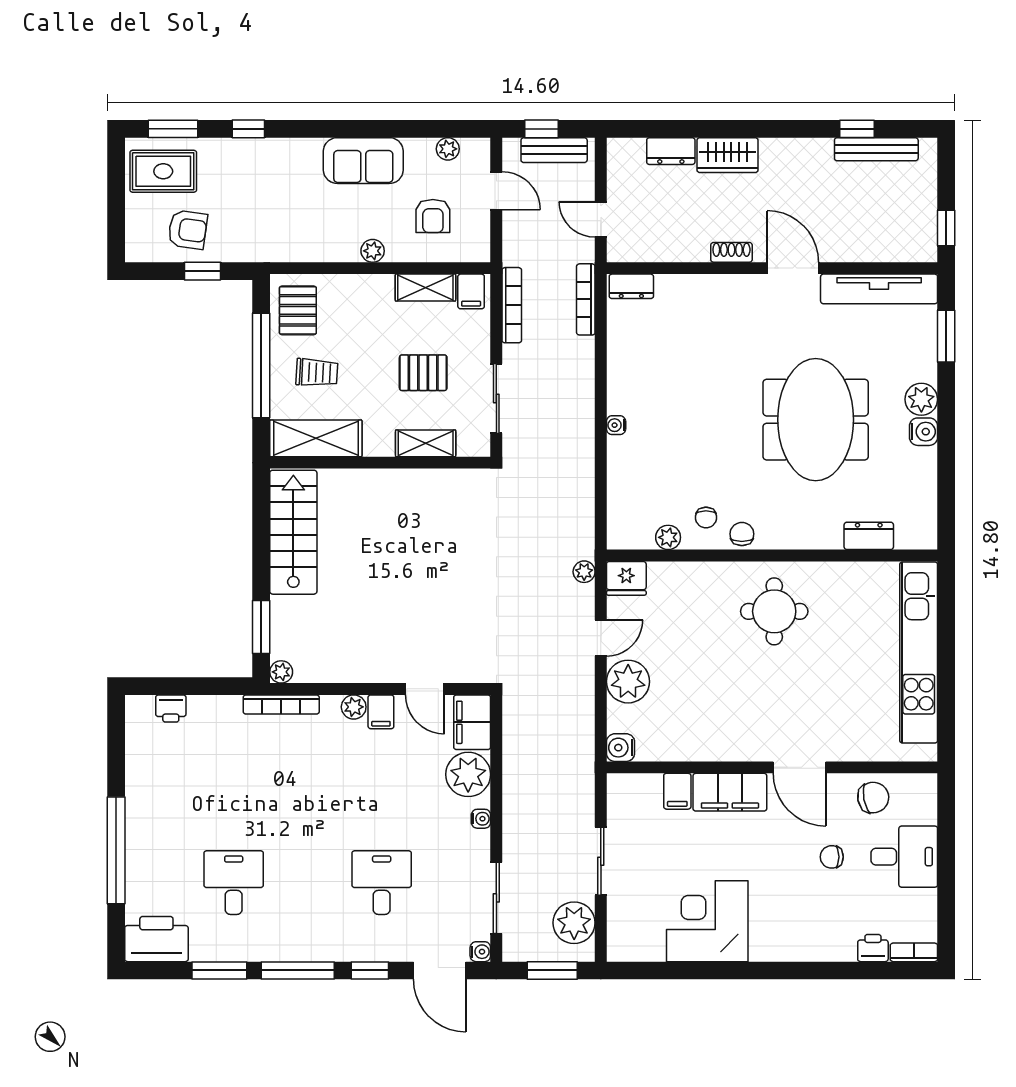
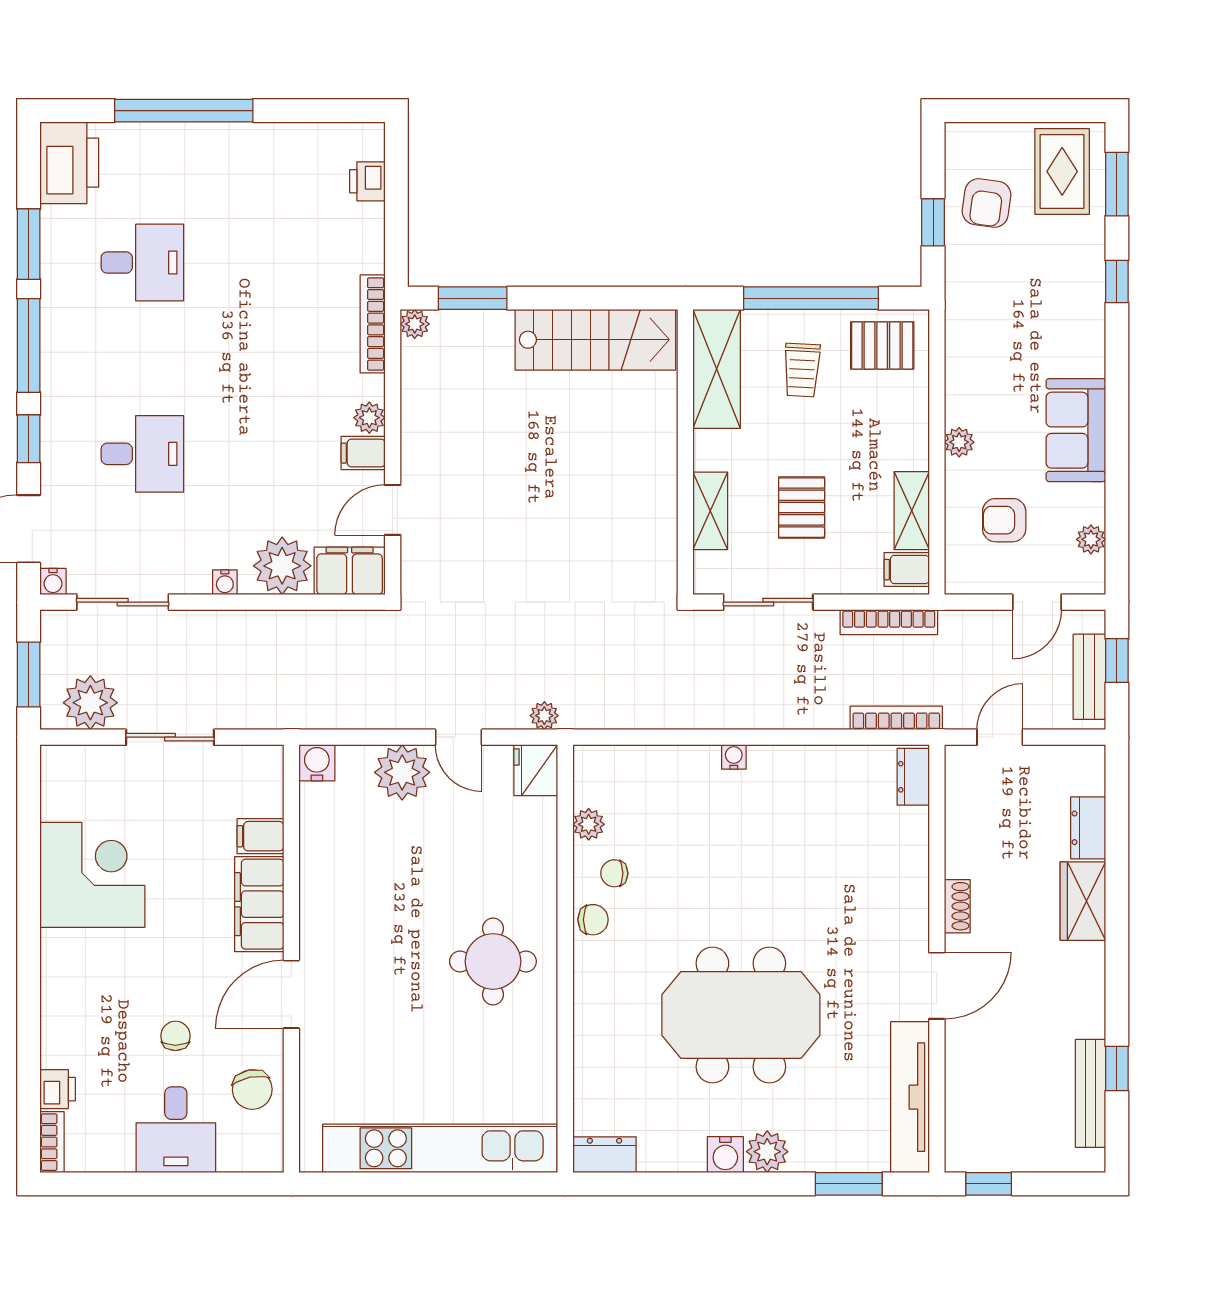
dresser: (869, 536) -> (604, 1155), moved, turned -90

